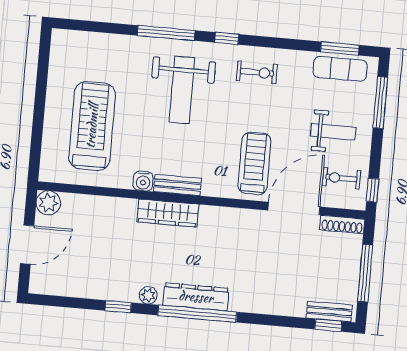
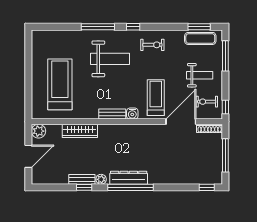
weight bench: (182, 90) -> (110, 59), turned -90
water cooler: (143, 181) -> (132, 114), moved
wardrobe: (168, 213) -> (80, 131), moved
bench: (329, 312) -> (82, 179), moved

